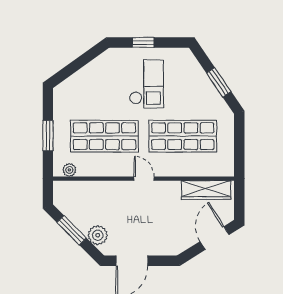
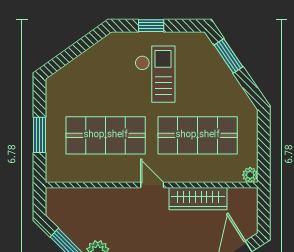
window: (219, 82) -> (228, 56), moved
plant: (69, 170) -> (250, 175), moved
wardrobe: (206, 190) -> (198, 199), moved

